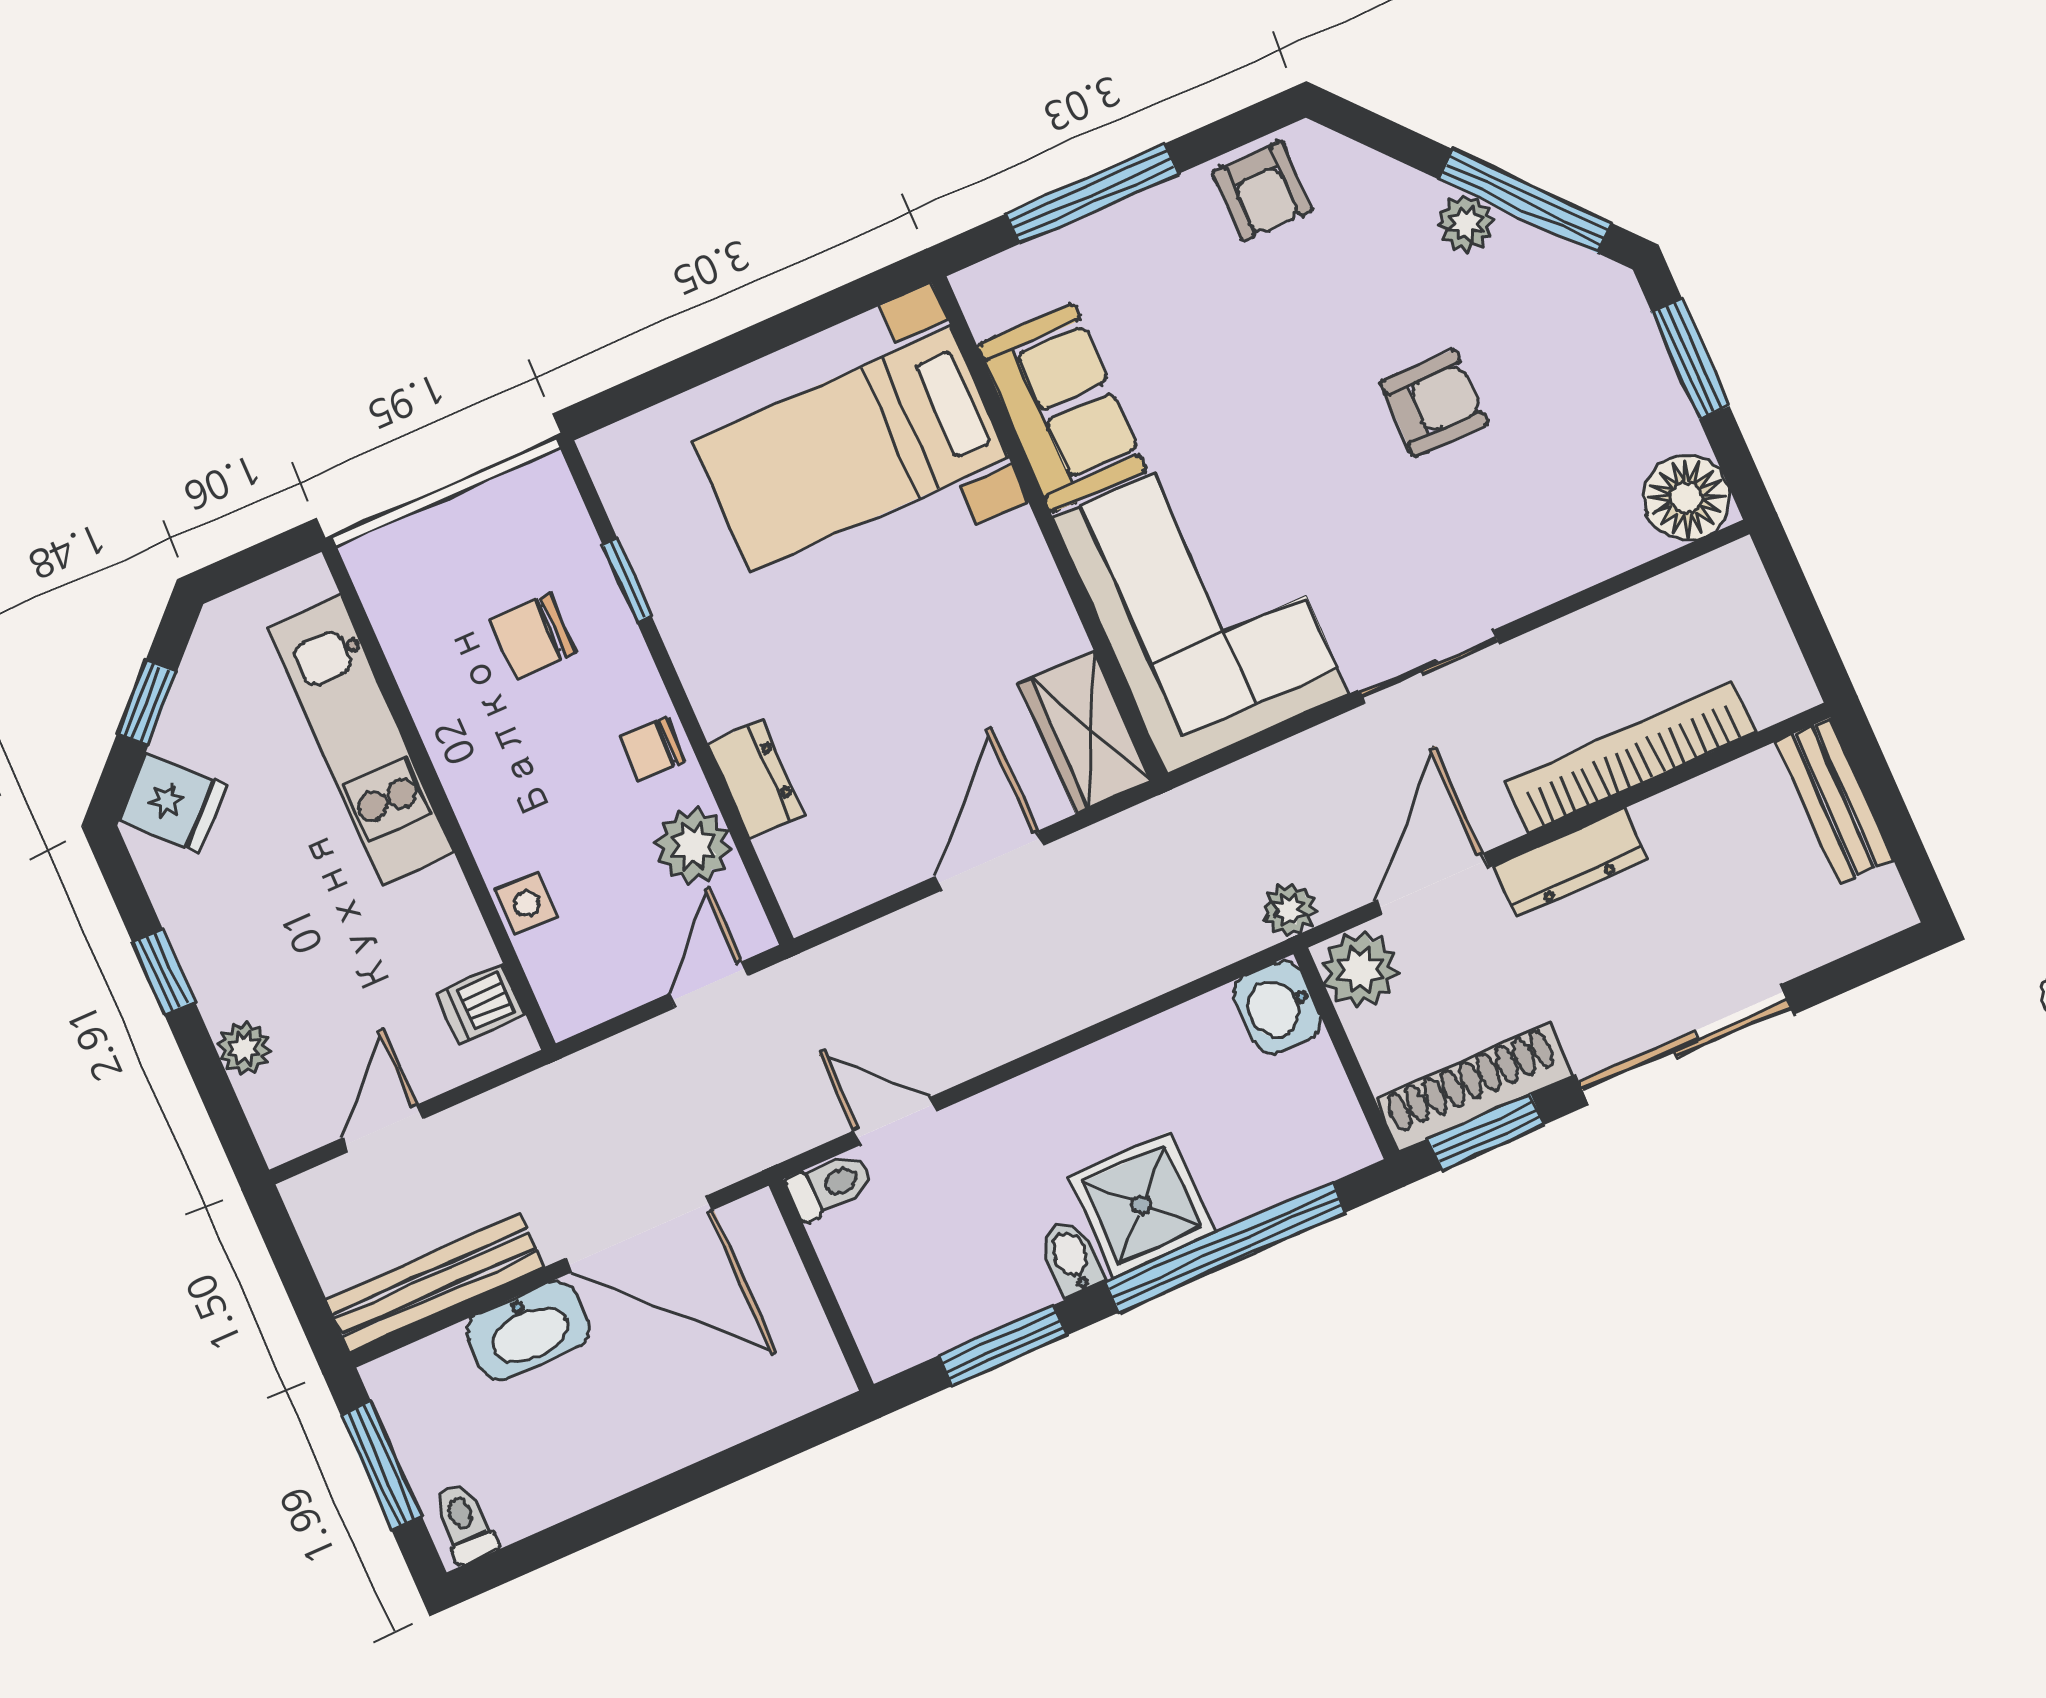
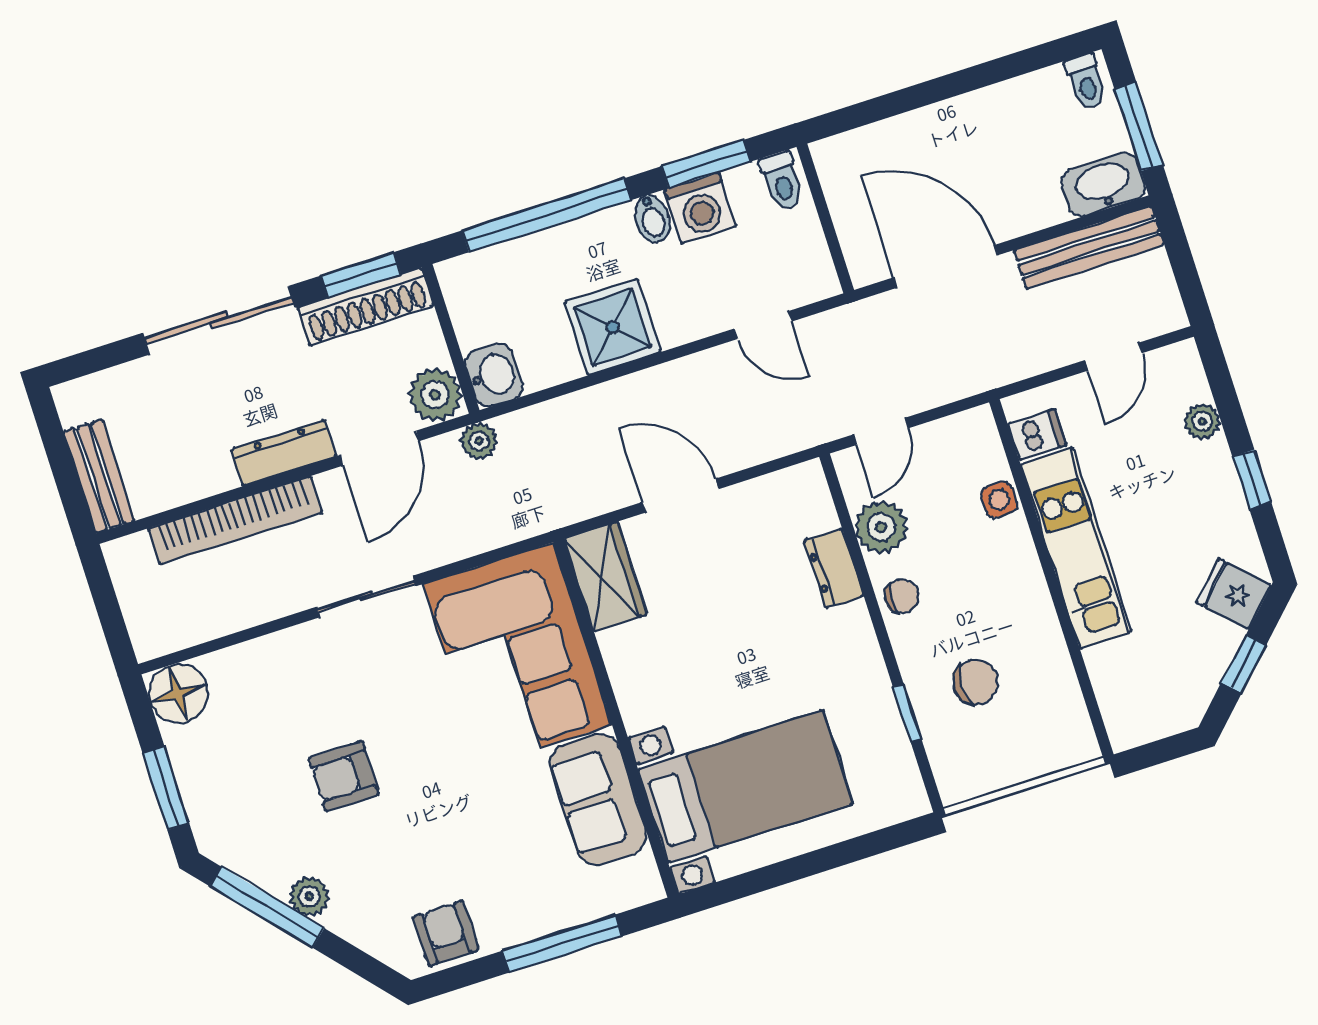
kitchen unit: (361, 740) -> (1076, 548), moved
door: (989, 861) -> (680, 496), swing flipped
toilet: (830, 1186) -> (782, 181), moved, turned -90
shower: (1142, 1205) -> (613, 327), moved
washing machine: (1004, 1281) -> (700, 208), added
washbasin: (528, 1330) -> (1103, 184), moved

